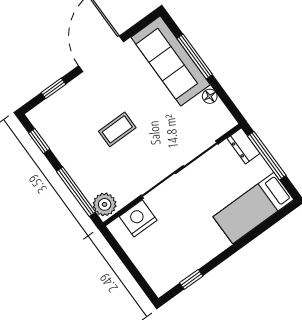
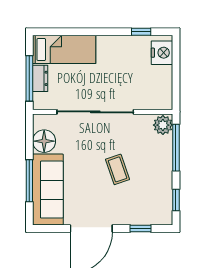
floor lamp: (210, 96) -> (44, 141), width x1.89, depth x1.89
coffee table: (117, 129) -> (118, 169), turned 71
dresser: (244, 146) -> (40, 78), moved
nightstand: (138, 218) -> (162, 53), moved, turned -90

